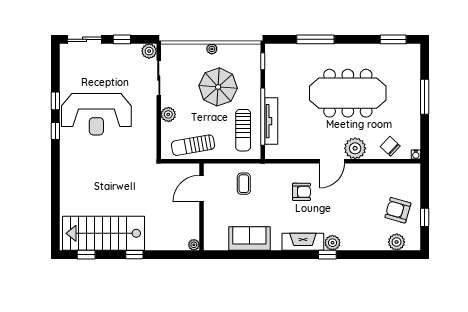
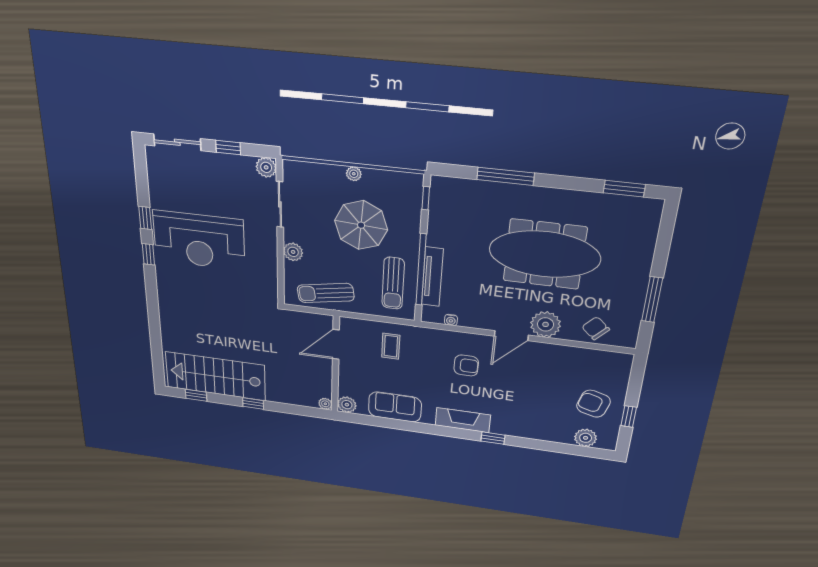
window: (425, 97) -> (652, 300), moved
water cooler: (416, 155) -> (451, 320), moved
plant: (332, 243) -> (347, 405), moved

